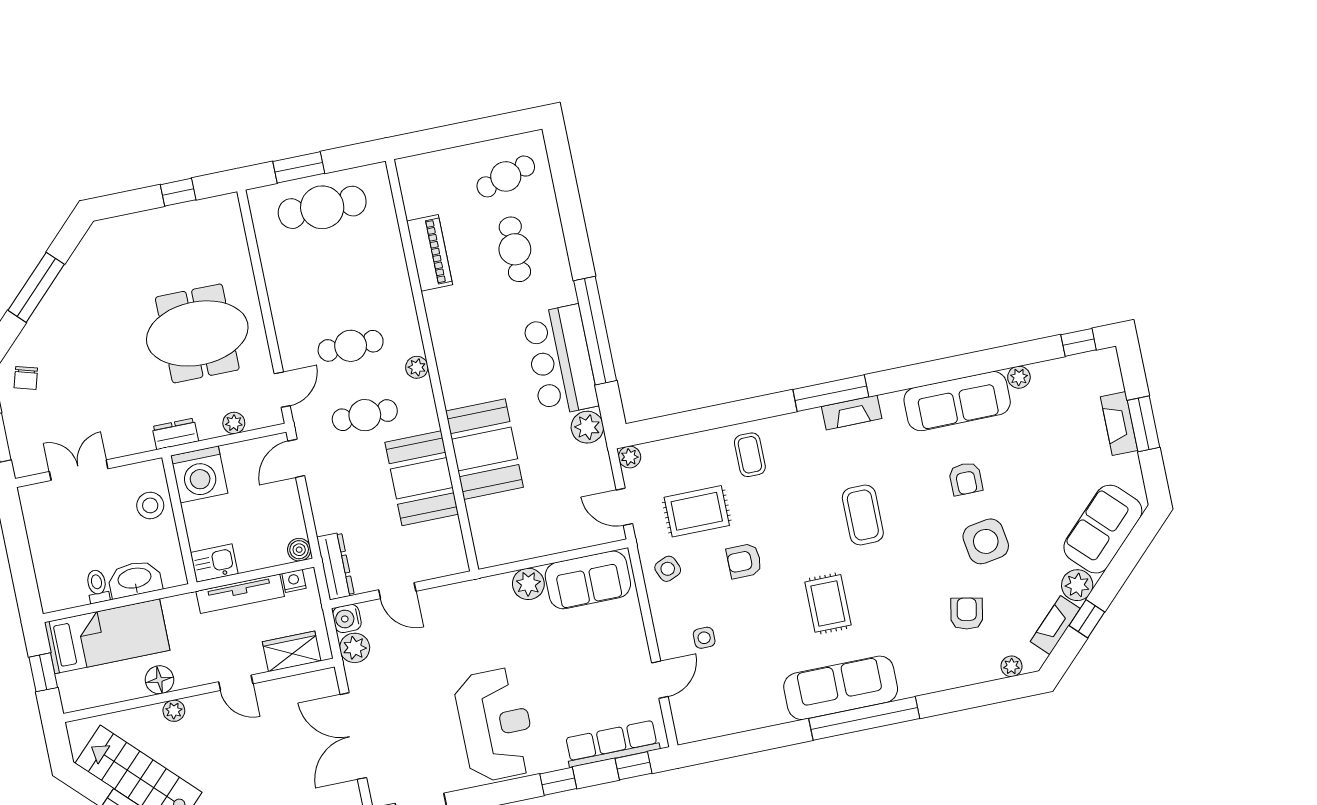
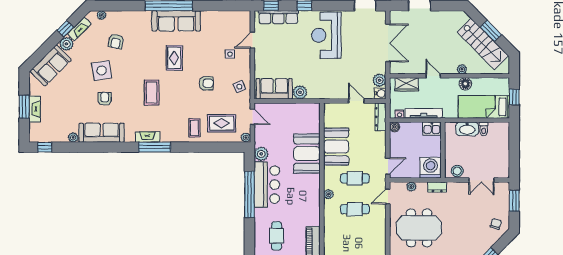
stool: (150, 505) -> (457, 171), moved
rug: (697, 511) -> (222, 123), moved

